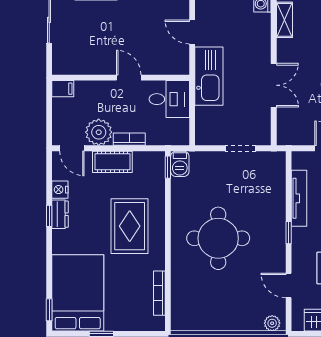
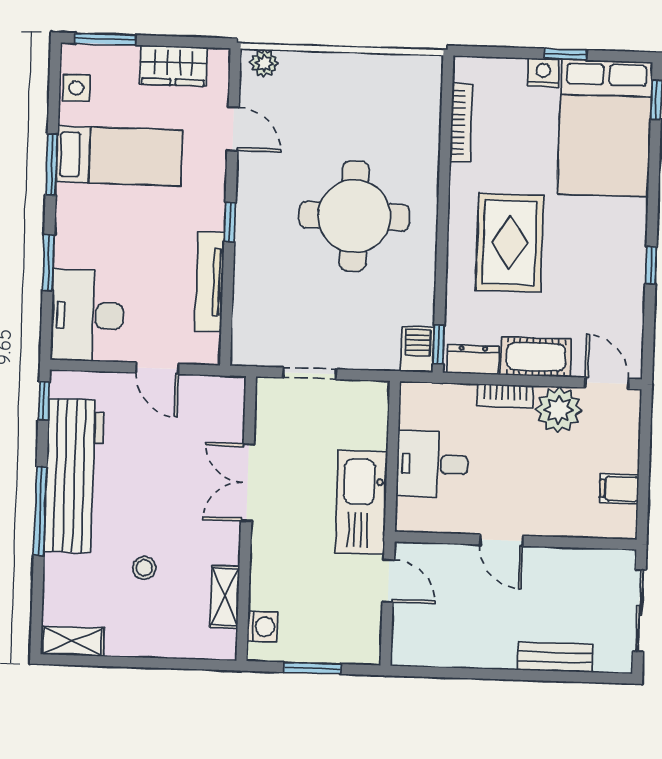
wall: (121, 78) -> (516, 541), moved
door: (129, 78) -> (501, 540), moved
nightstand: (60, 190) -> (543, 73), moved, turned -90
dresser: (60, 214) -> (473, 360), moved, turned 90

